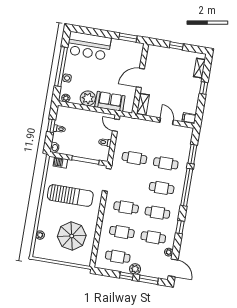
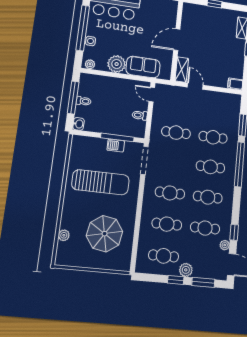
door: (167, 121) -> (195, 86), moved
window: (51, 126) -> (73, 98), width x2.17
barbecue: (60, 163) -> (116, 146), moved
window: (180, 227) -> (234, 232), moved

